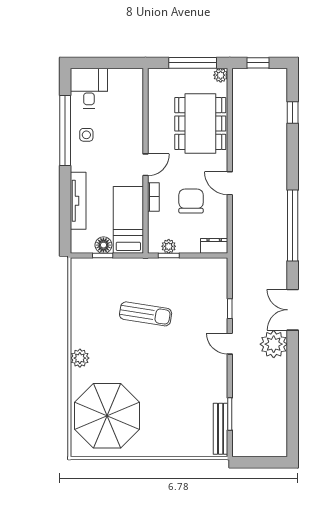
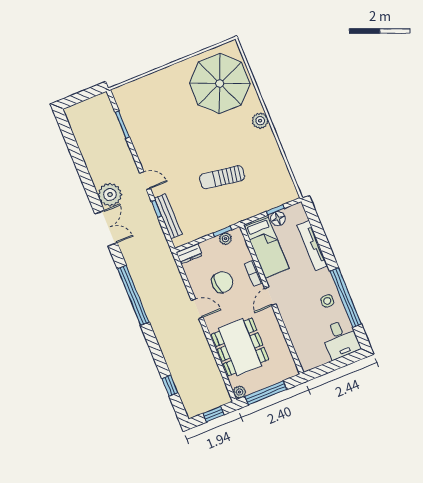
chair: (191, 201) -> (222, 282), turned -95
bench: (221, 429) -> (168, 216), moved

